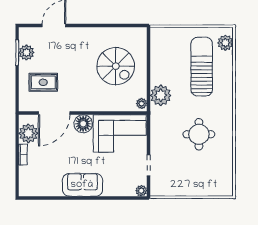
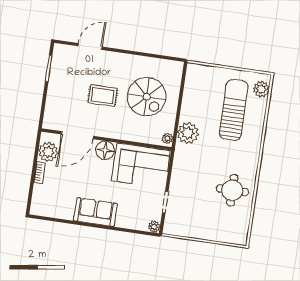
plant: (26, 52) -> (58, 70), removed
rug: (43, 82) -> (103, 96), moved
round table: (199, 134) -> (232, 190), moved

